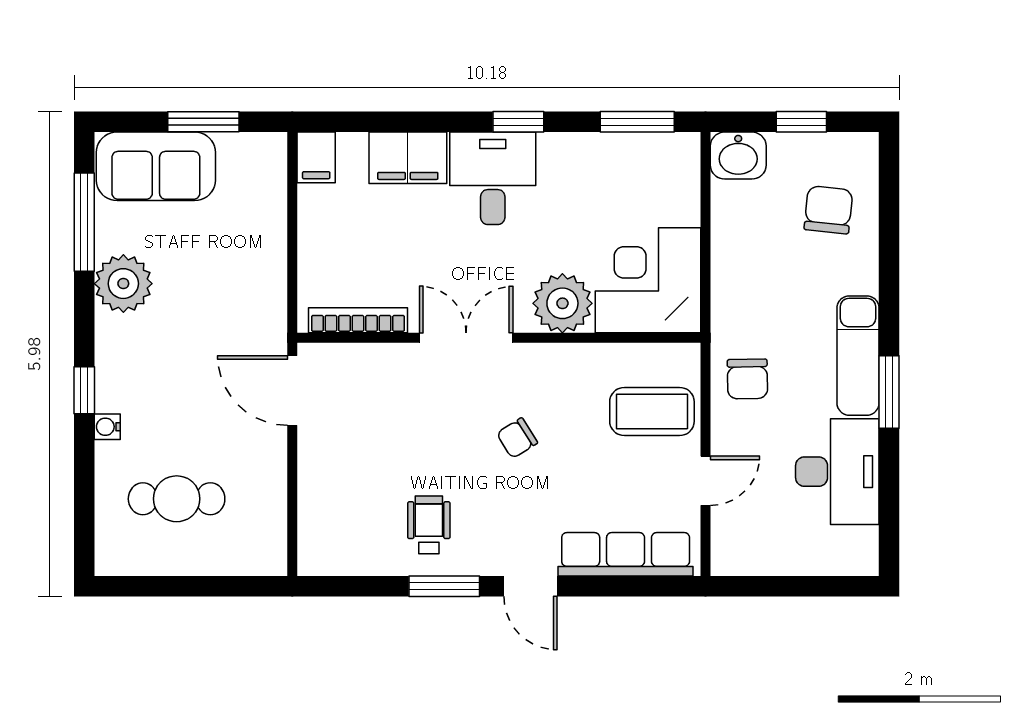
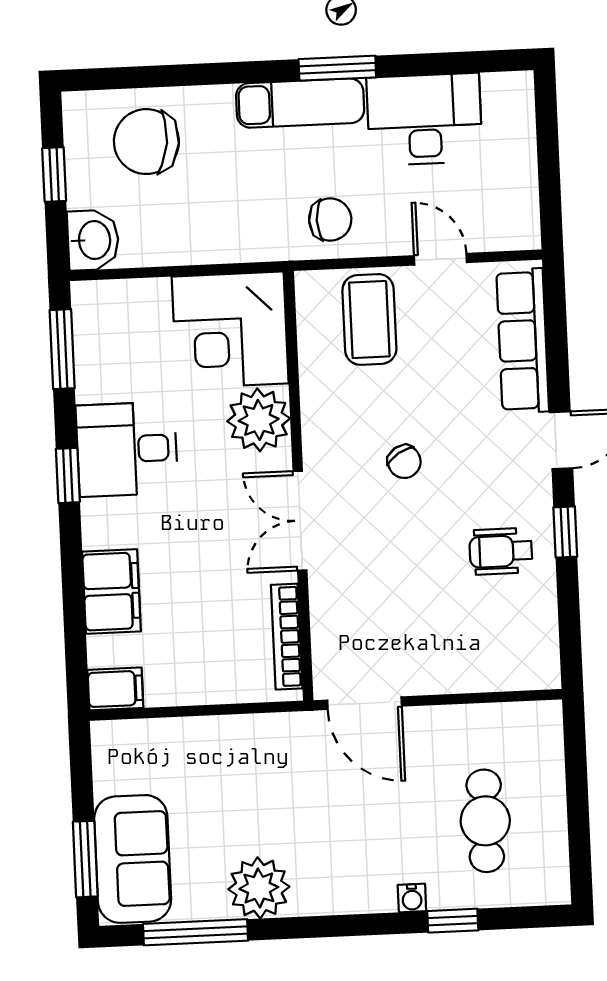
window: (203, 122) -> (85, 859), moved
desk: (493, 178) -> (127, 449), moved
chair: (828, 210) -> (146, 142), width x1.37, depth x1.37
window: (84, 390) -> (453, 921), moved
door: (292, 391) -> (365, 703), hinge flipped
window: (444, 586) -> (565, 532), width x0.67

